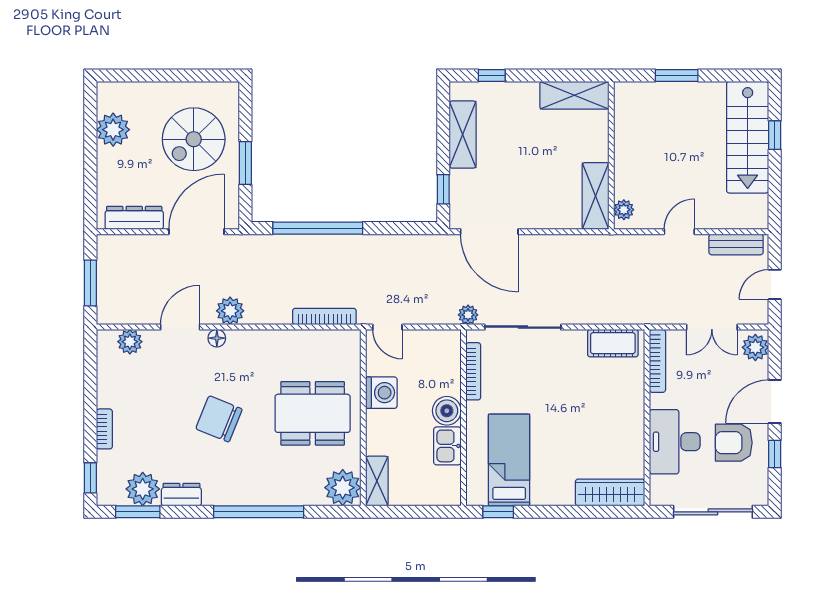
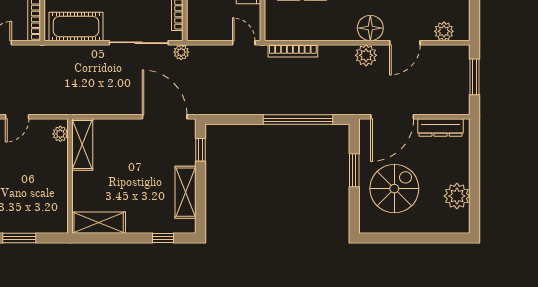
floor lamp: (217, 338) -> (370, 28), width x1.89, depth x1.89
cot: (613, 343) -> (76, 27), width x1.37, depth x1.34

